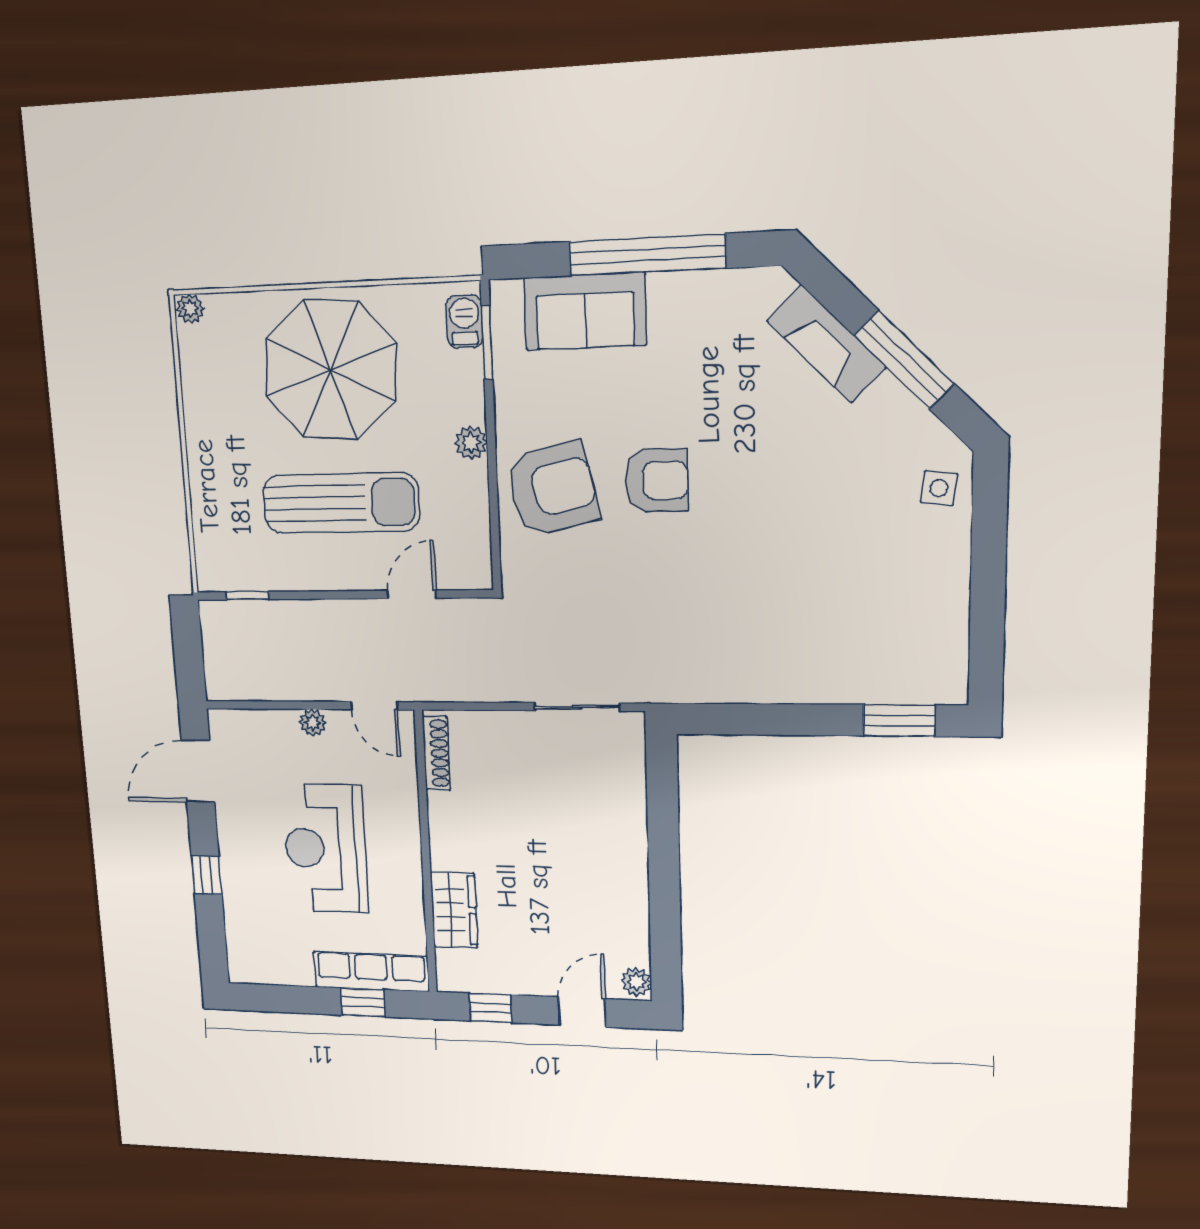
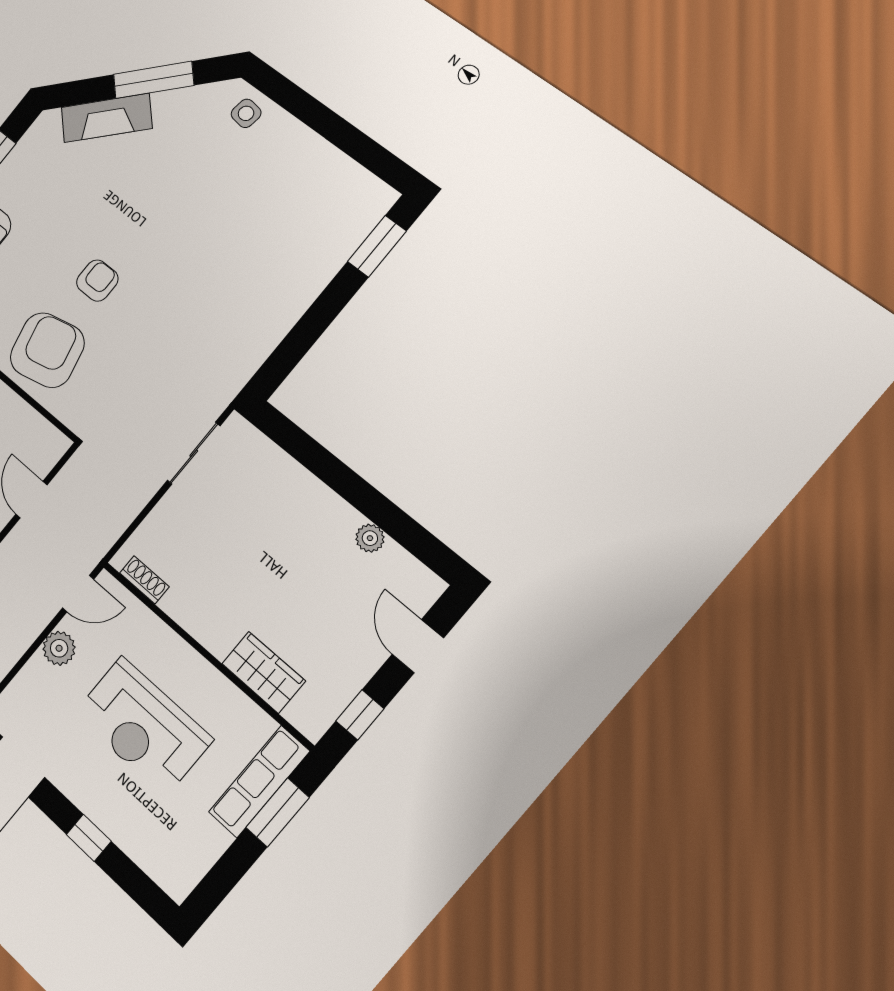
armchair: (657, 480) -> (97, 281), width x0.72, depth x0.72
plant: (312, 722) -> (59, 648), width x1.38, depth x1.38
shoe rack: (436, 753) -> (144, 580), width x0.70
plant: (636, 982) -> (370, 538), moved
window: (363, 1002) -> (278, 813), width x1.50

